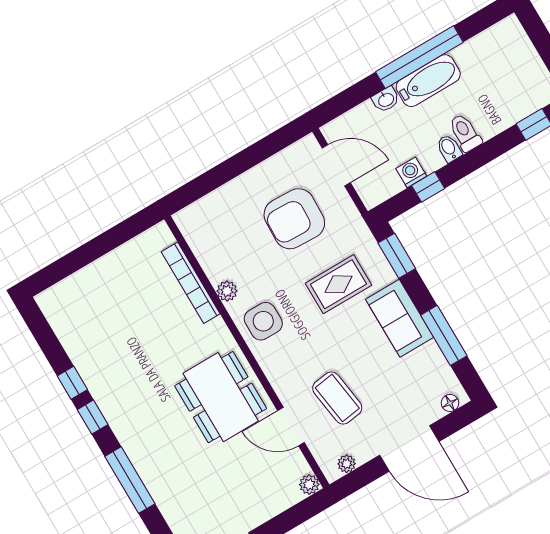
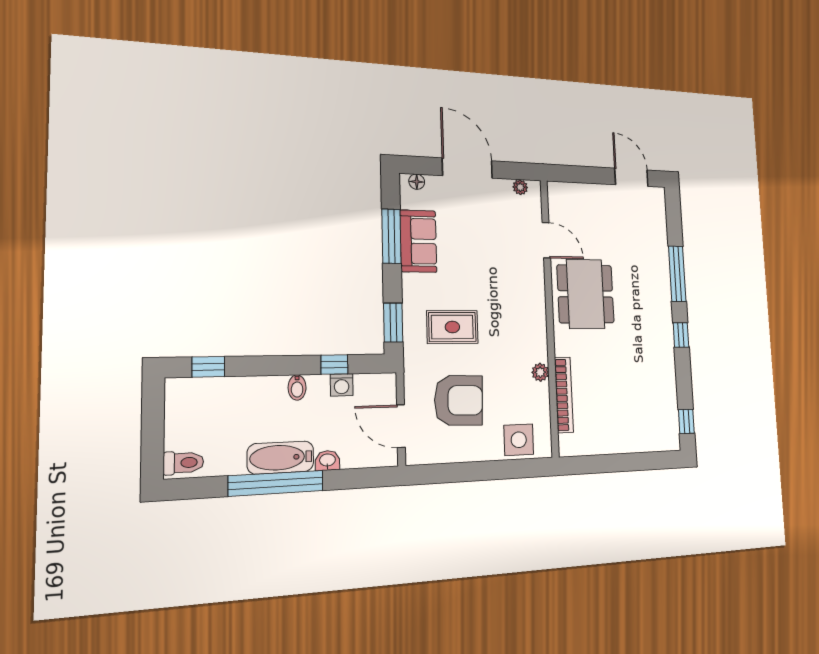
toilet: (465, 133) -> (183, 463), moved, turned -90
sofa: (400, 318) -> (418, 241), moved
side table: (263, 321) -> (519, 440), moved
window: (72, 383) -> (686, 421), moved
coffee table: (337, 398) -> (501, 240), removed
plant: (309, 485) -> (555, 190), removed

